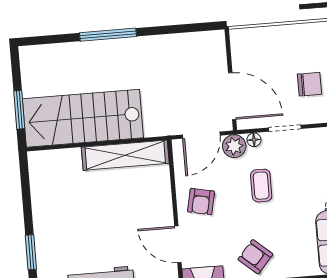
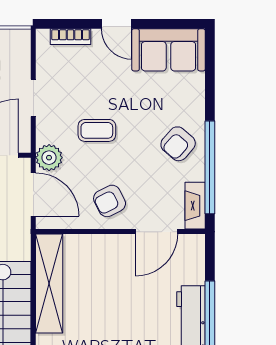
floor lamp: (254, 140) -> (44, 134), removed
armchair: (201, 202) -> (110, 201), turned 141

